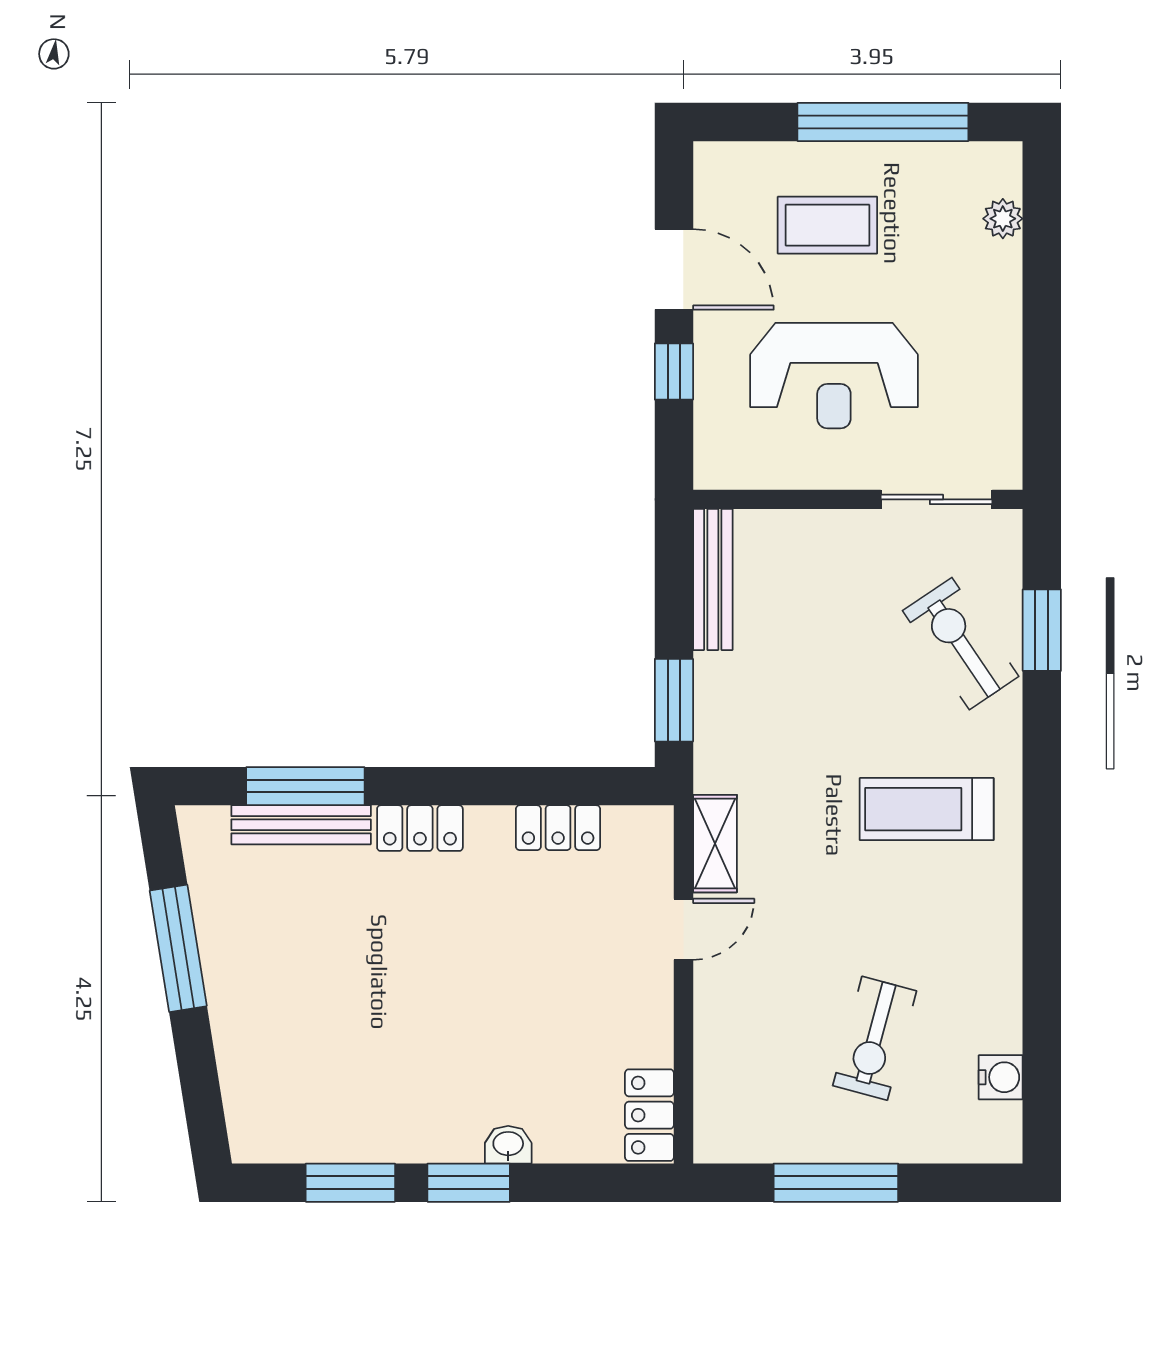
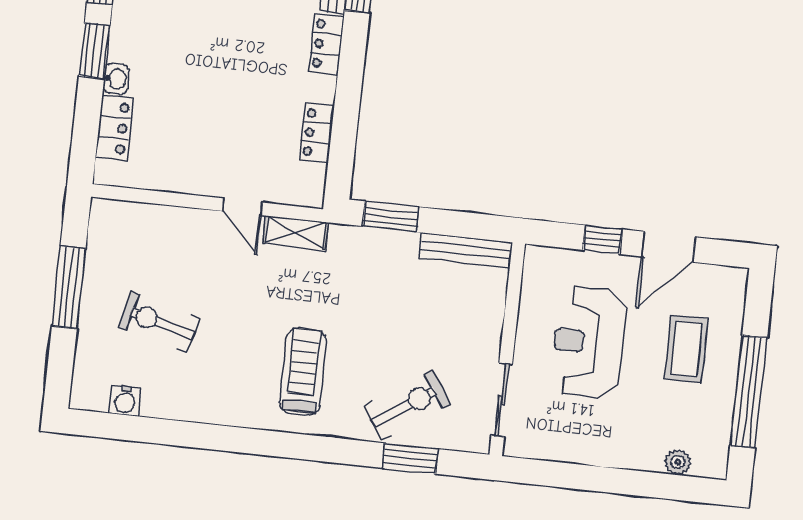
locker: (649, 1115) -> (114, 128), moved, turned 90

